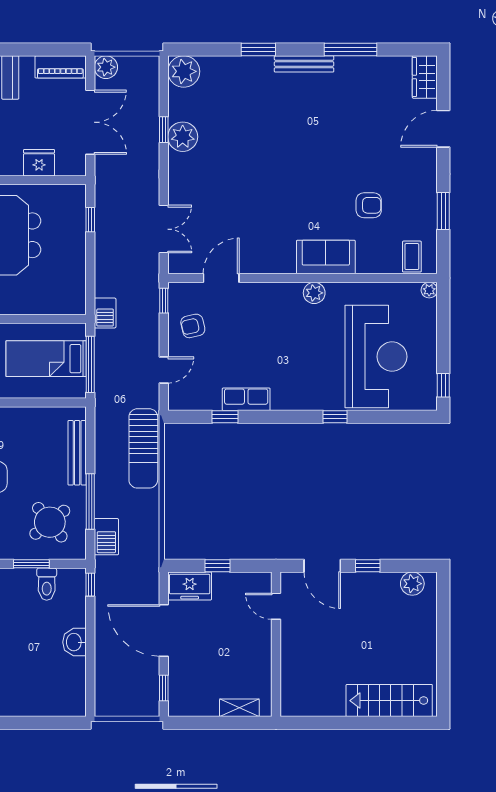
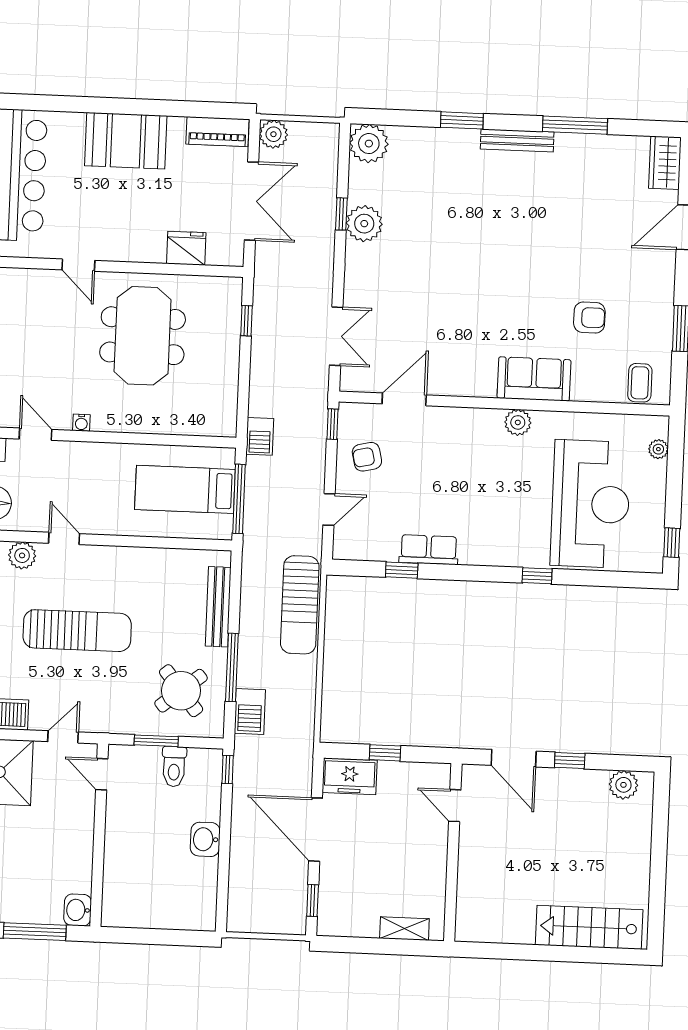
plant: (429, 290) -> (658, 449), moved

